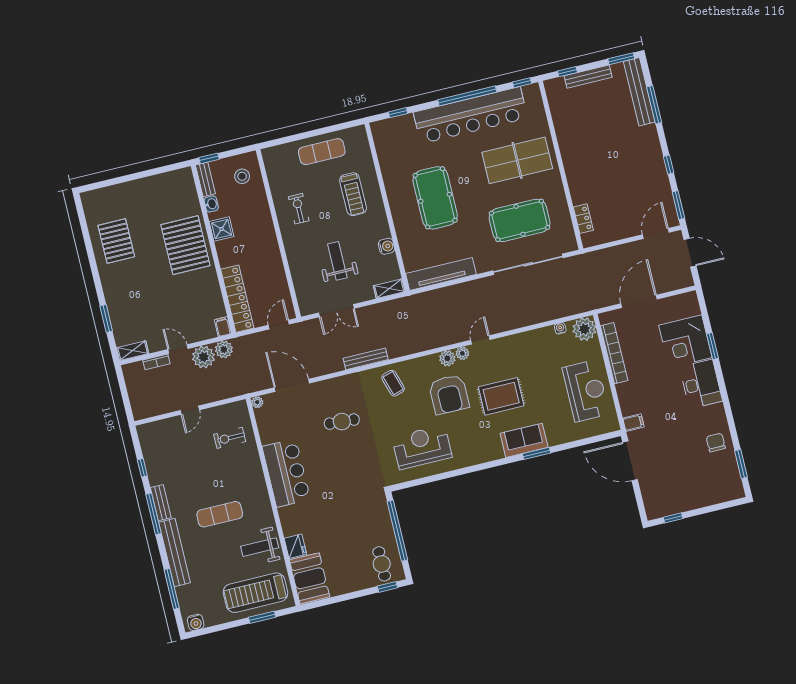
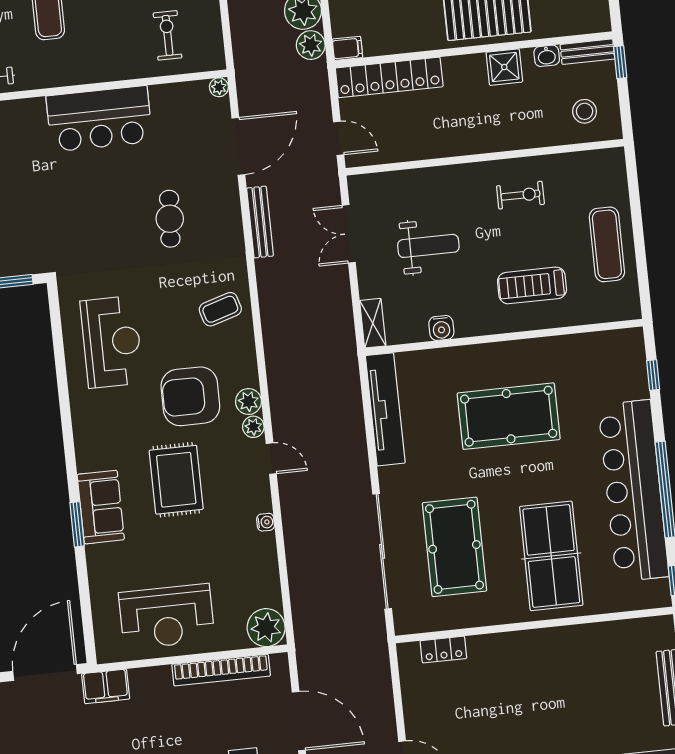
water cooler: (560, 328) -> (266, 522), moved
bench: (366, 359) -> (260, 222), moved
filing cabinet: (634, 423) -> (106, 686), width x2.00

